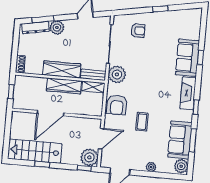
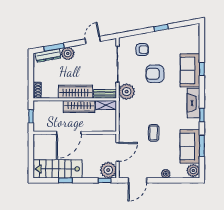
armchair: (117, 105) -> (155, 74), moved, turned 90

